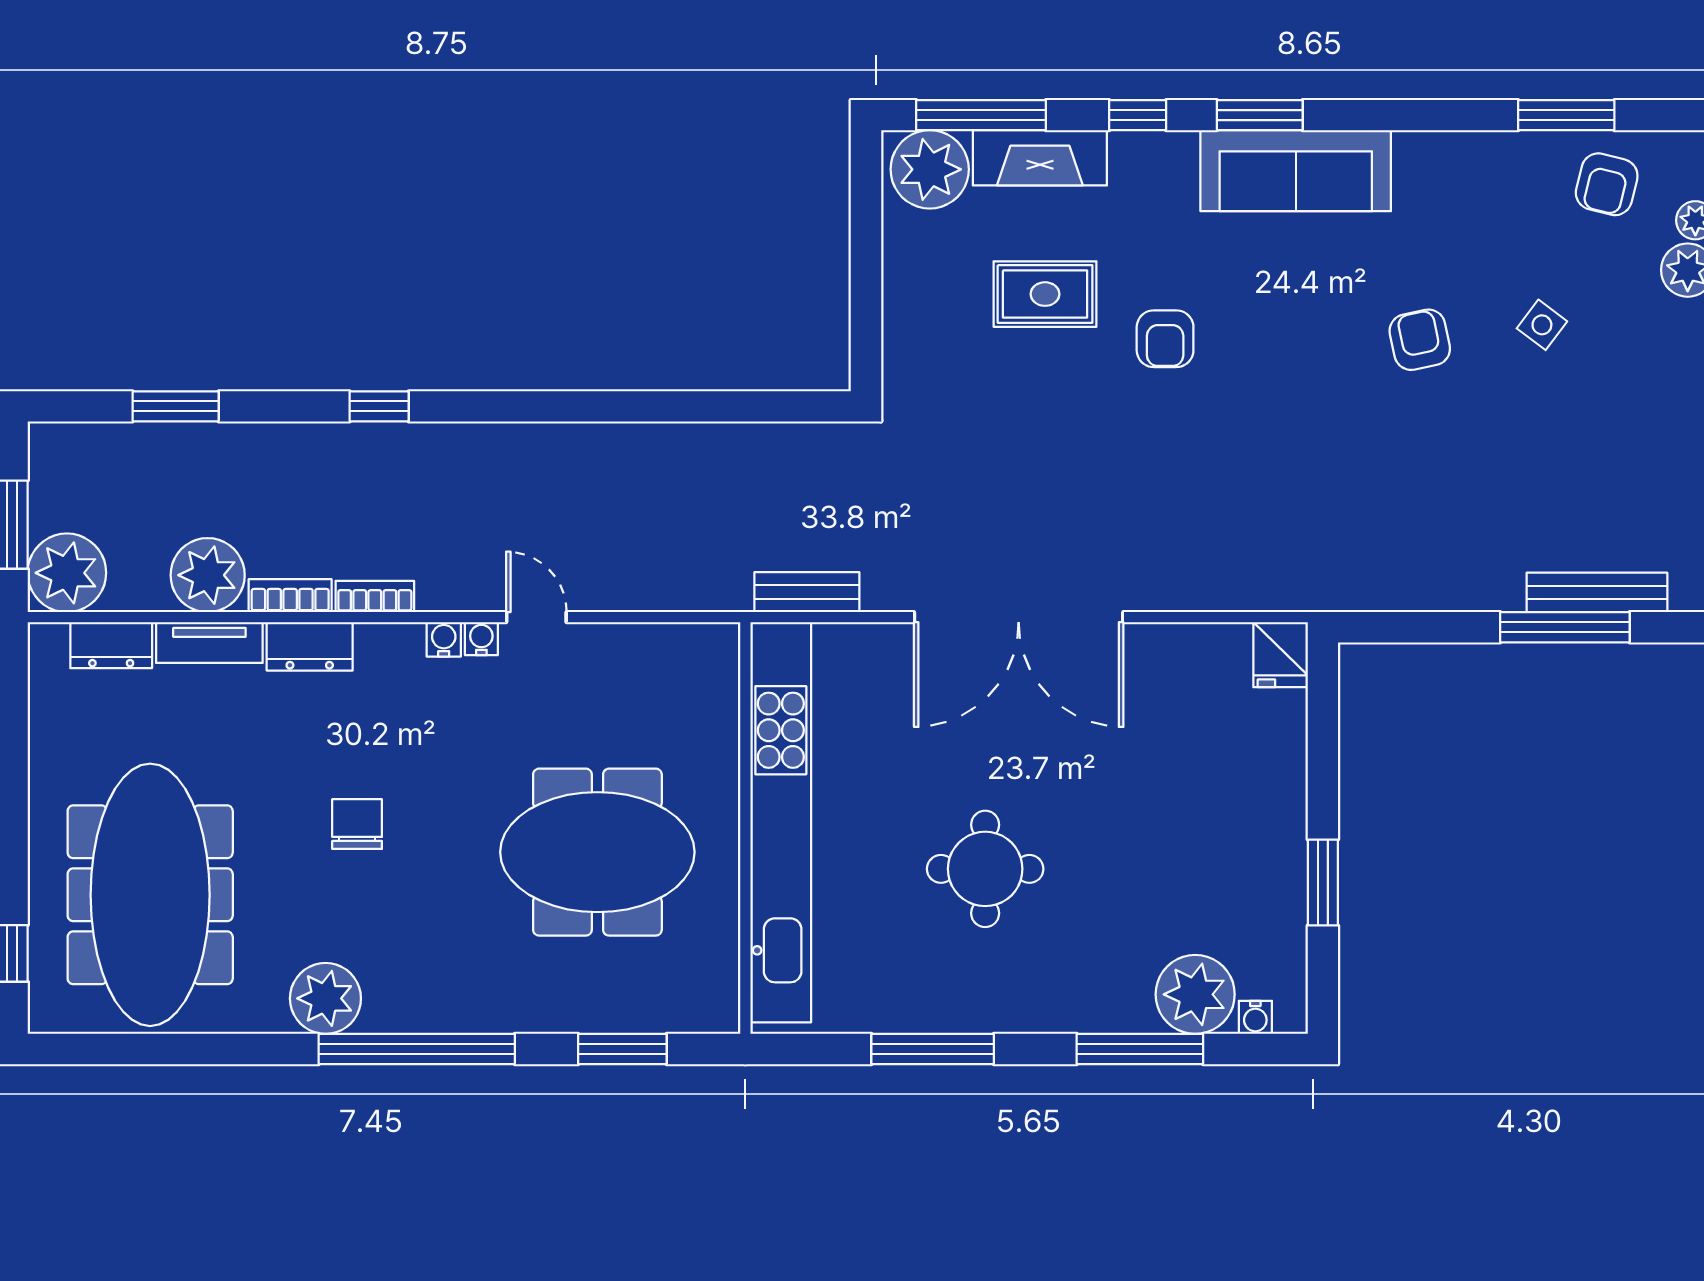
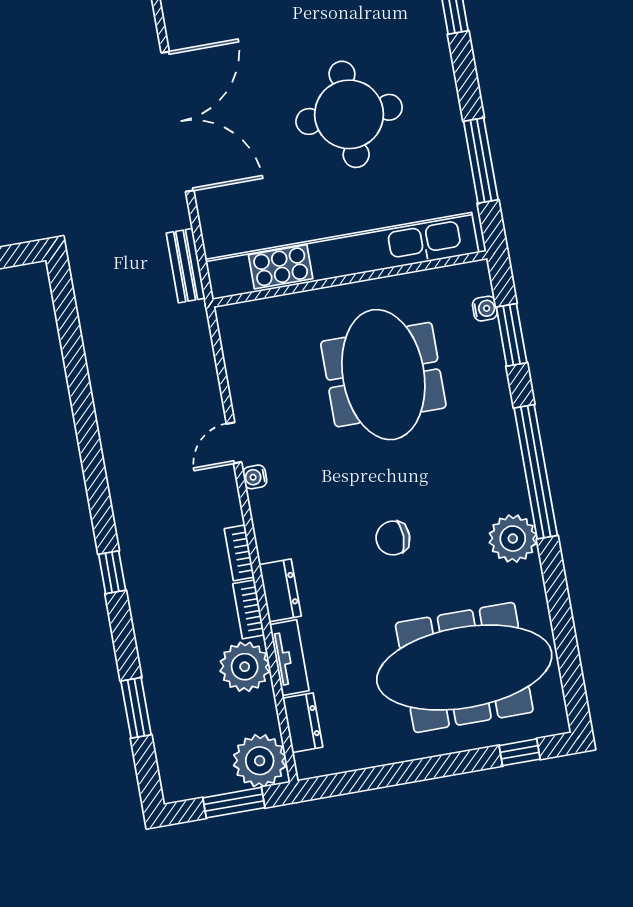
water cooler: (444, 639) -> (485, 309), moved, turned 180
round table: (985, 869) -> (349, 114), width x1.36, depth x1.36
window: (933, 1049) -> (481, 160), moved

